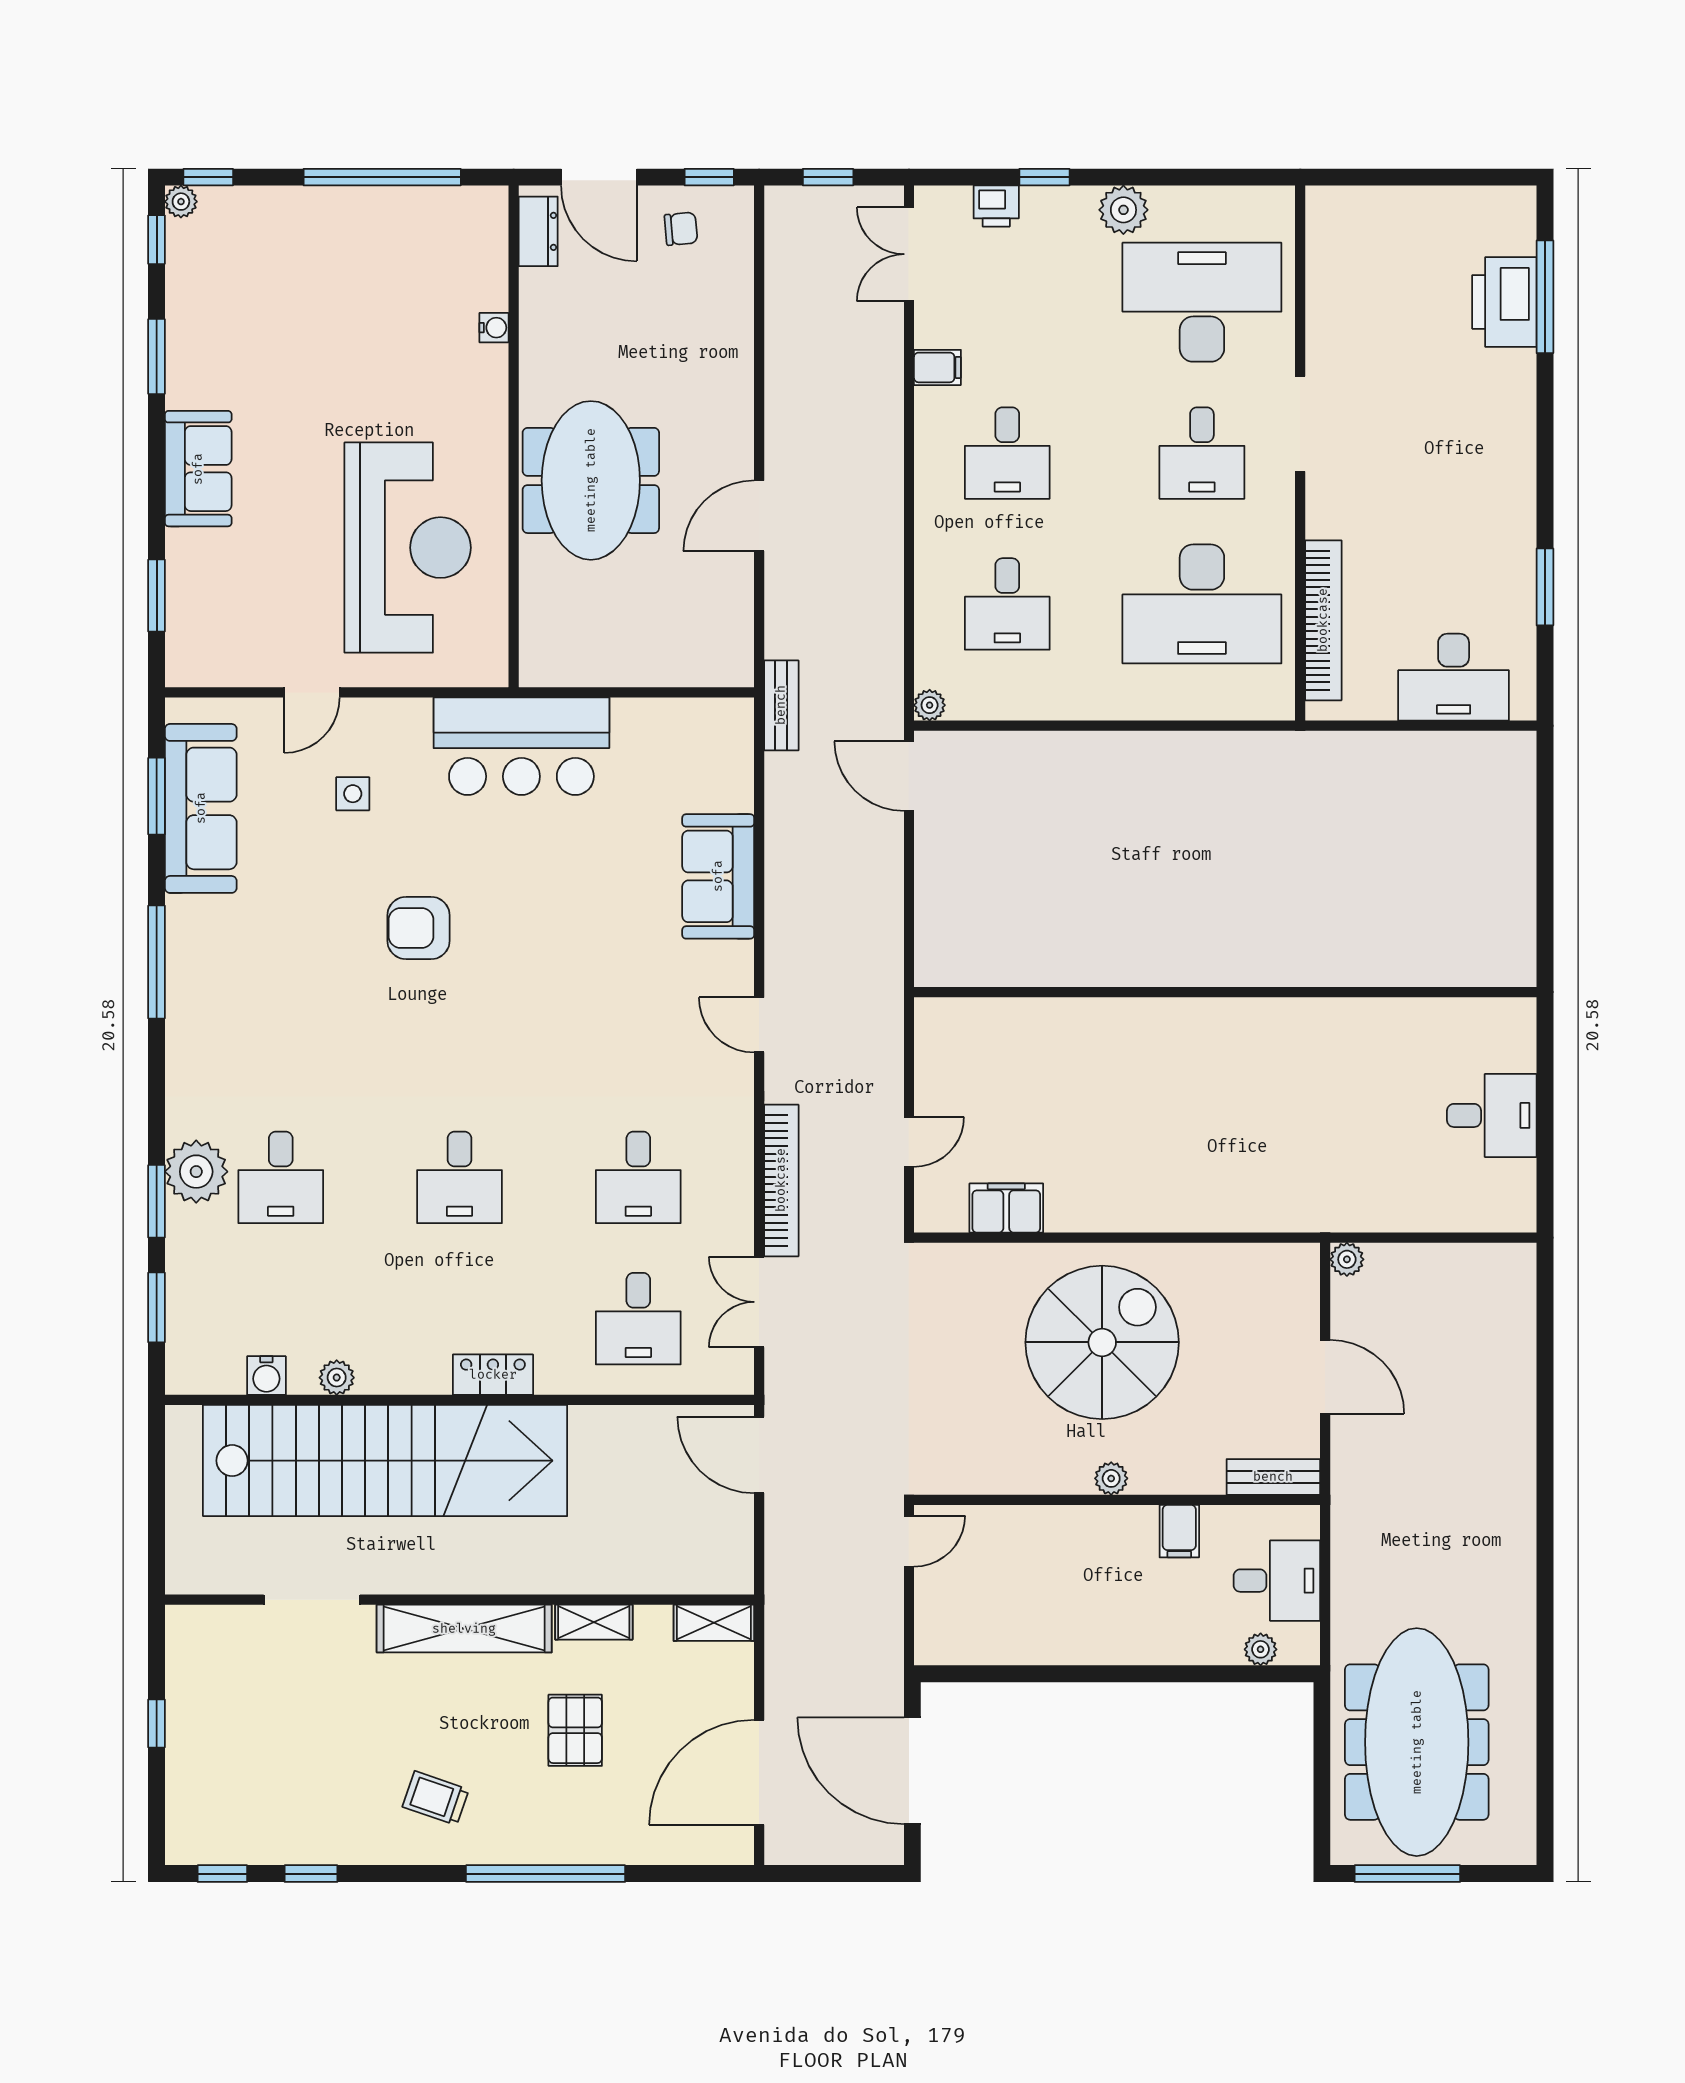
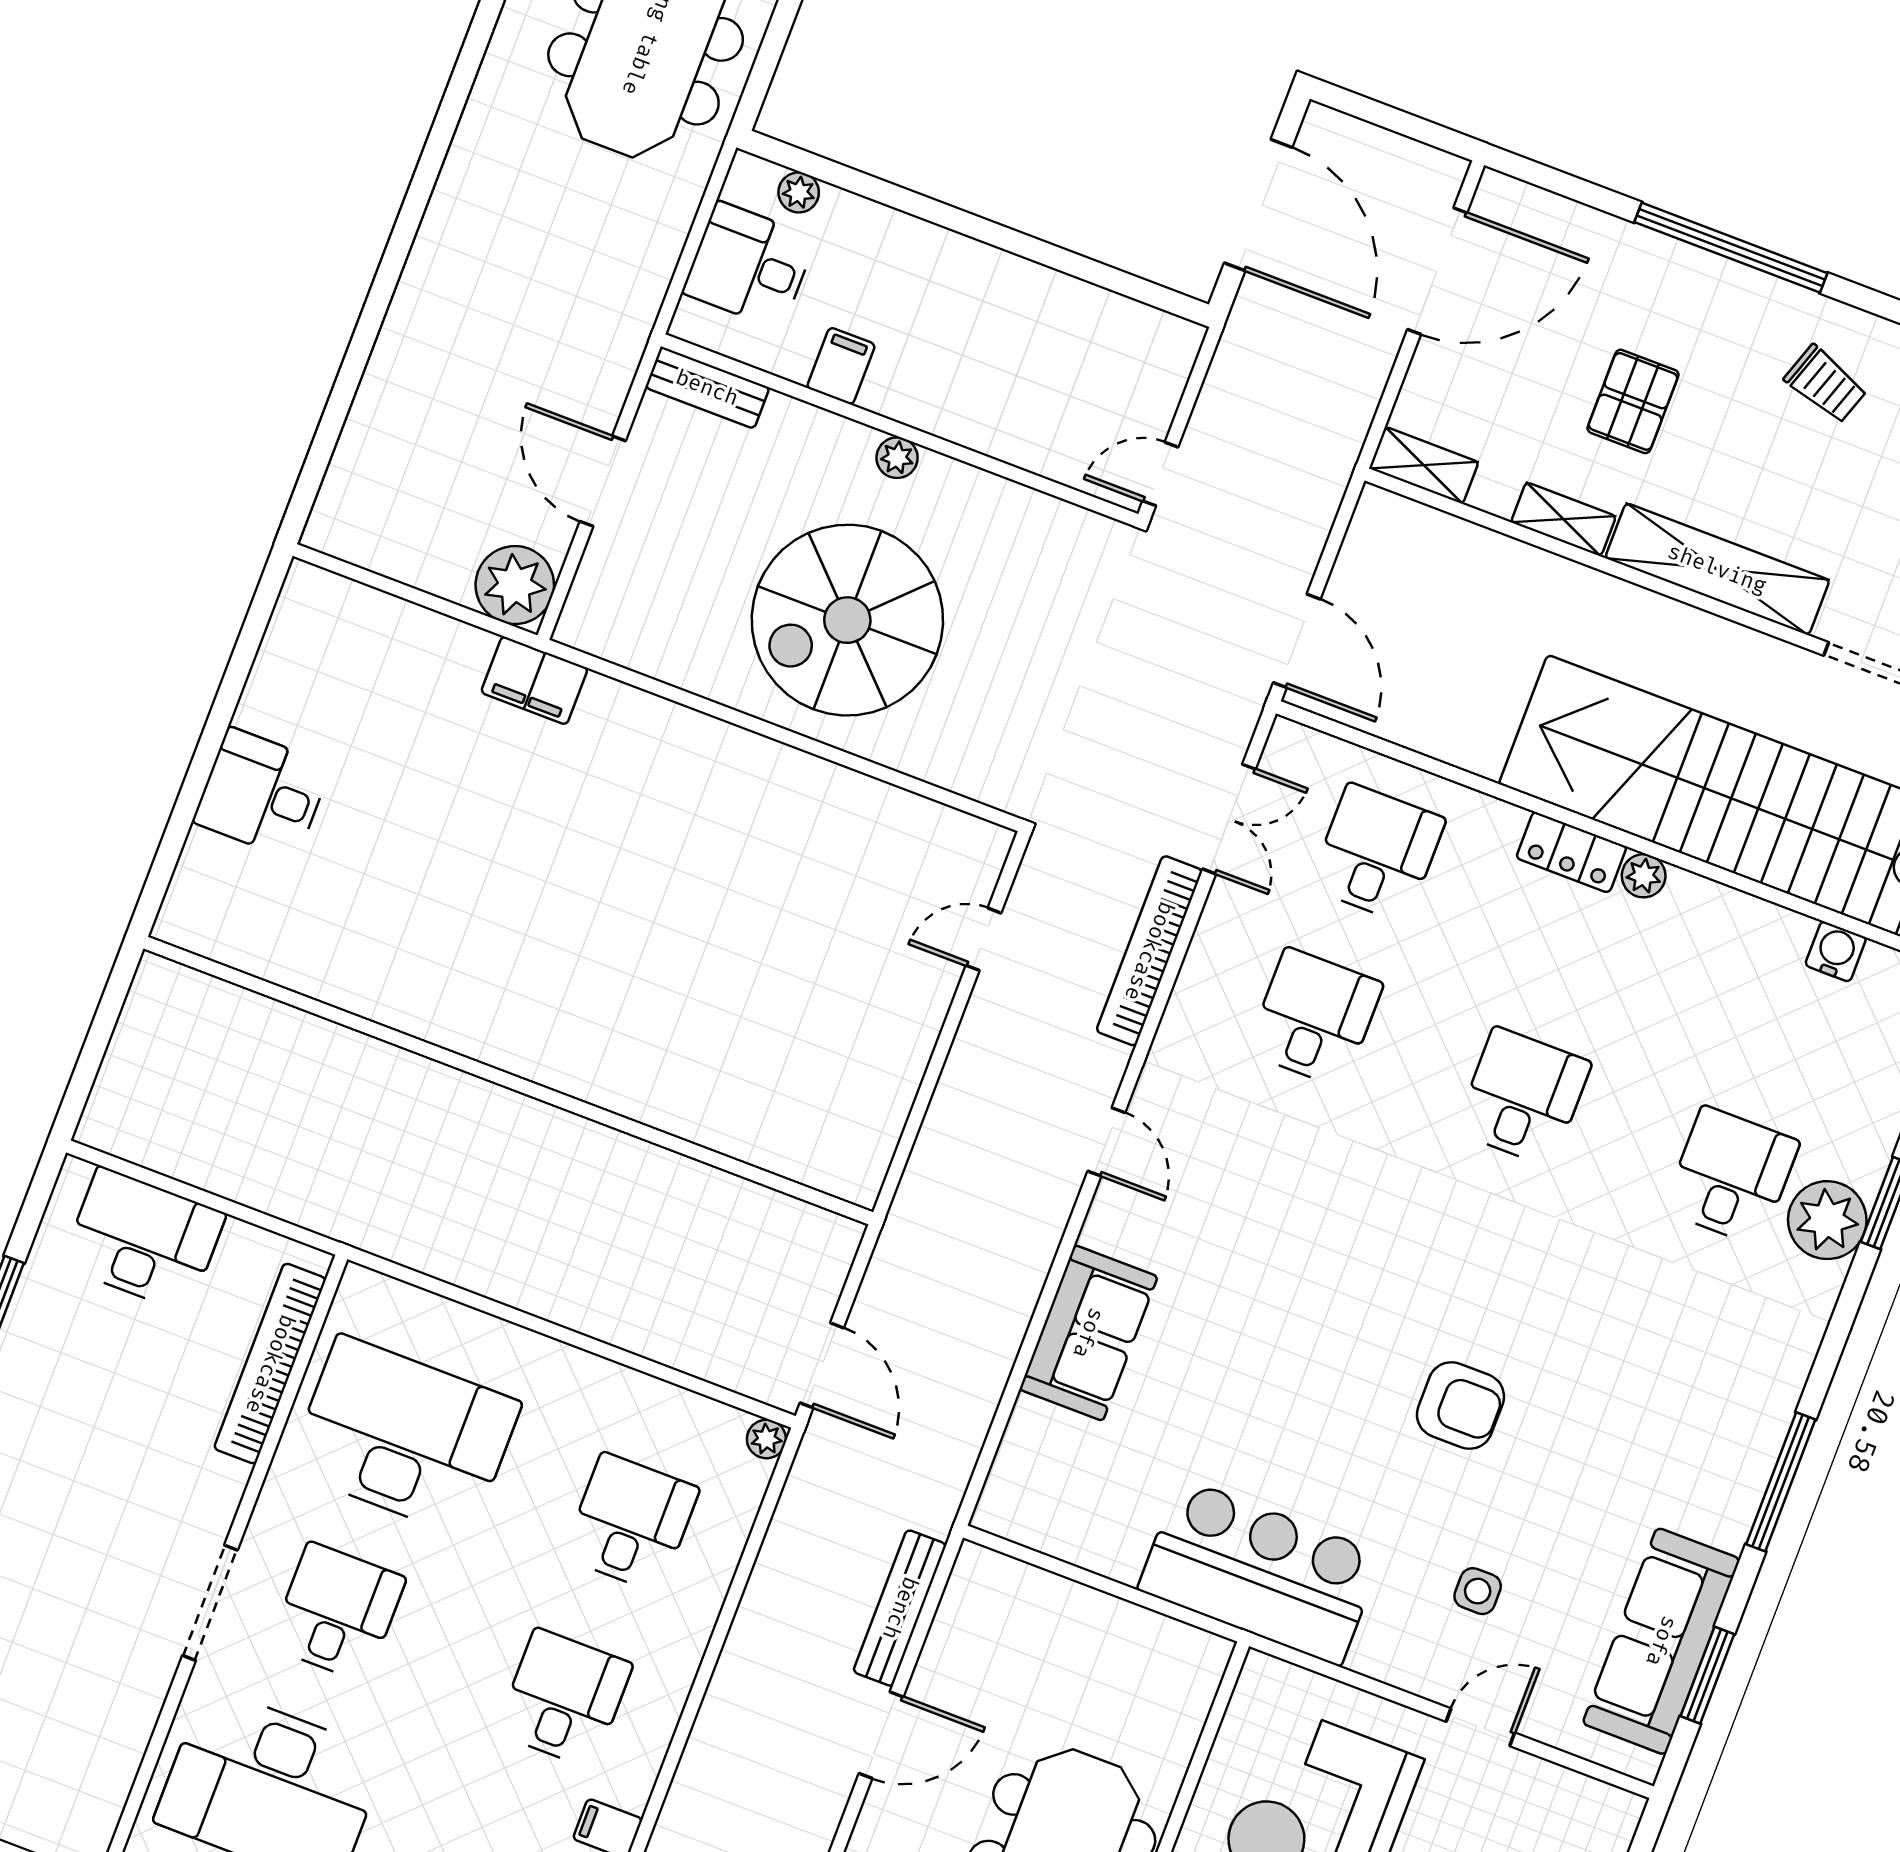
bench: (781, 705) -> (900, 1608), moved, width x1.36
wall: (1225, 992) -> (508, 1080), moved
desk: (1492, 1115) -> (262, 794), moved
filing cabinet: (1006, 1208) -> (534, 680), moved
plant: (1347, 1259) -> (515, 585), width x1.87, depth x1.87
plant: (337, 1378) -> (1644, 876), moved

